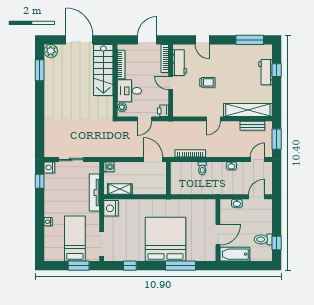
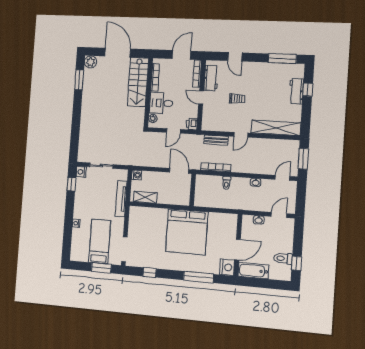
bench: (252, 126) -> (216, 140), moved
nightstand: (111, 208) -> (227, 267), moved, turned 180
bed: (166, 239) -> (187, 232), moved, turned 180

